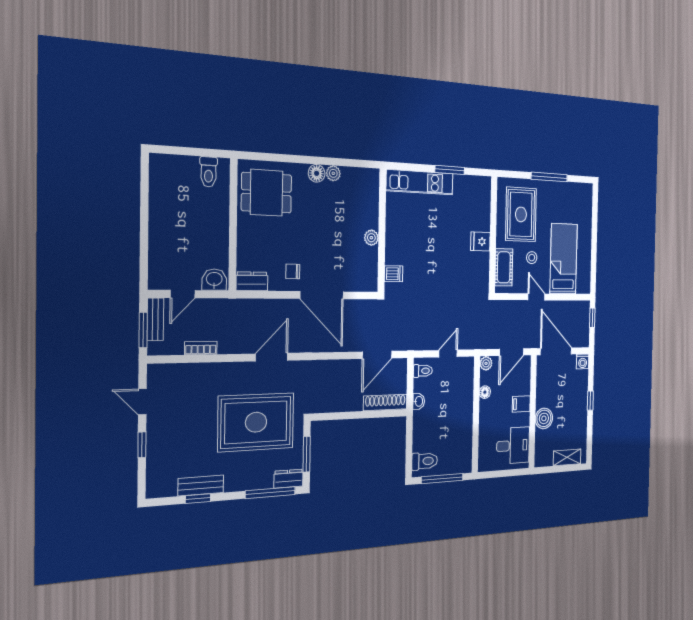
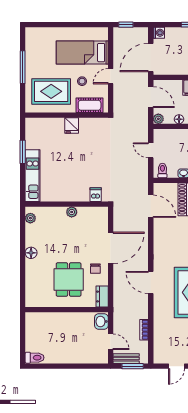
toilet: (209, 172) -> (35, 358), moved
plant: (333, 173) -> (30, 218), moved
dining table: (267, 193) -> (69, 279), moved

